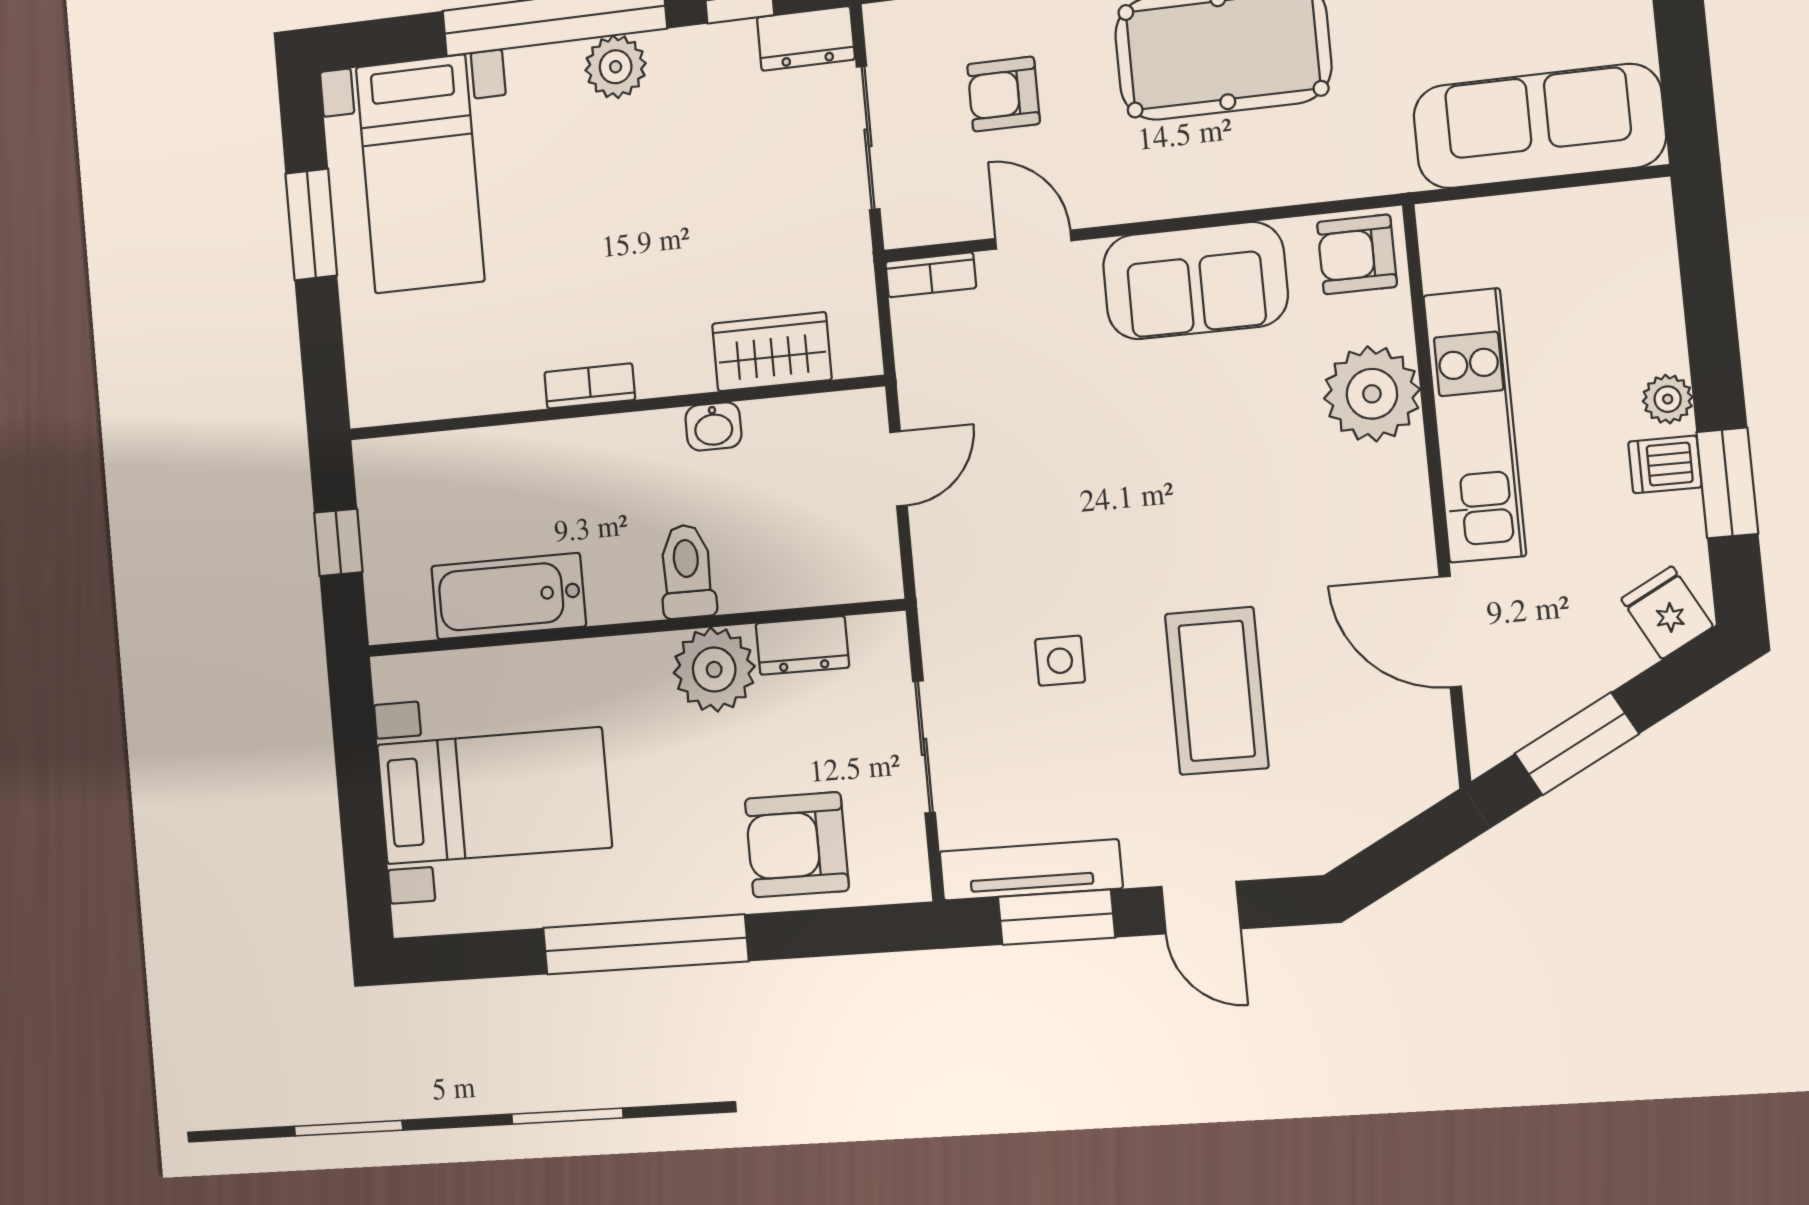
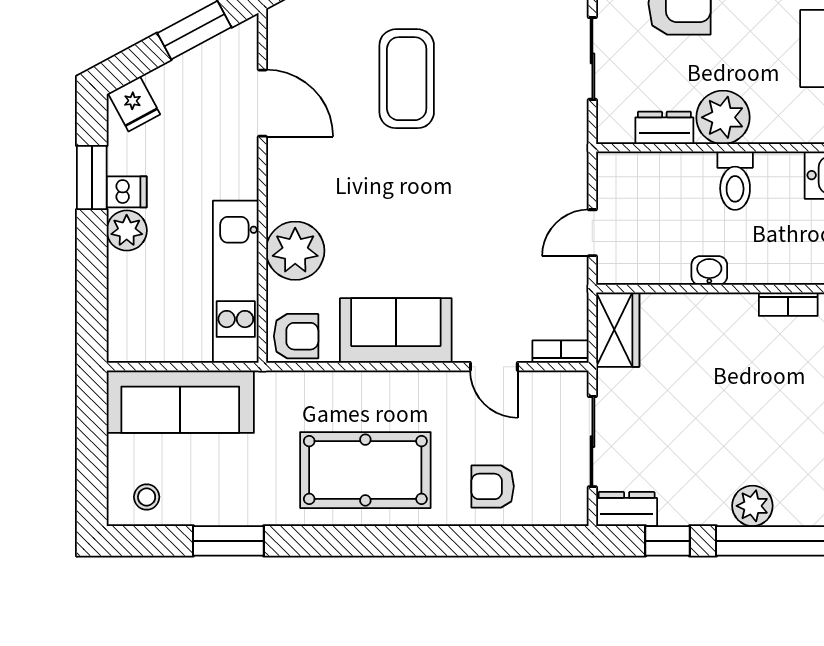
armchair: (1003, 94) -> (493, 486), moved, turned 180
wardrobe: (772, 352) -> (618, 330), moved, turned -90
plant: (1668, 399) -> (127, 230), width x1.38, depth x1.38
kitchen unit: (1475, 425) -> (236, 282), moved
side table: (1060, 661) -> (502, 105), removed

